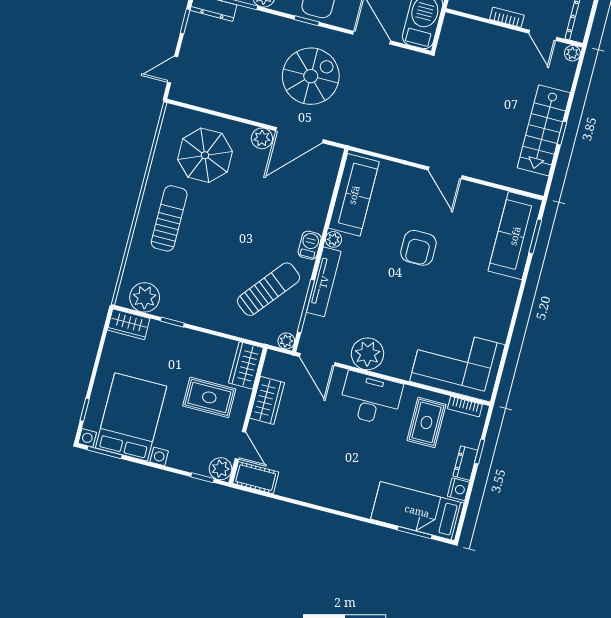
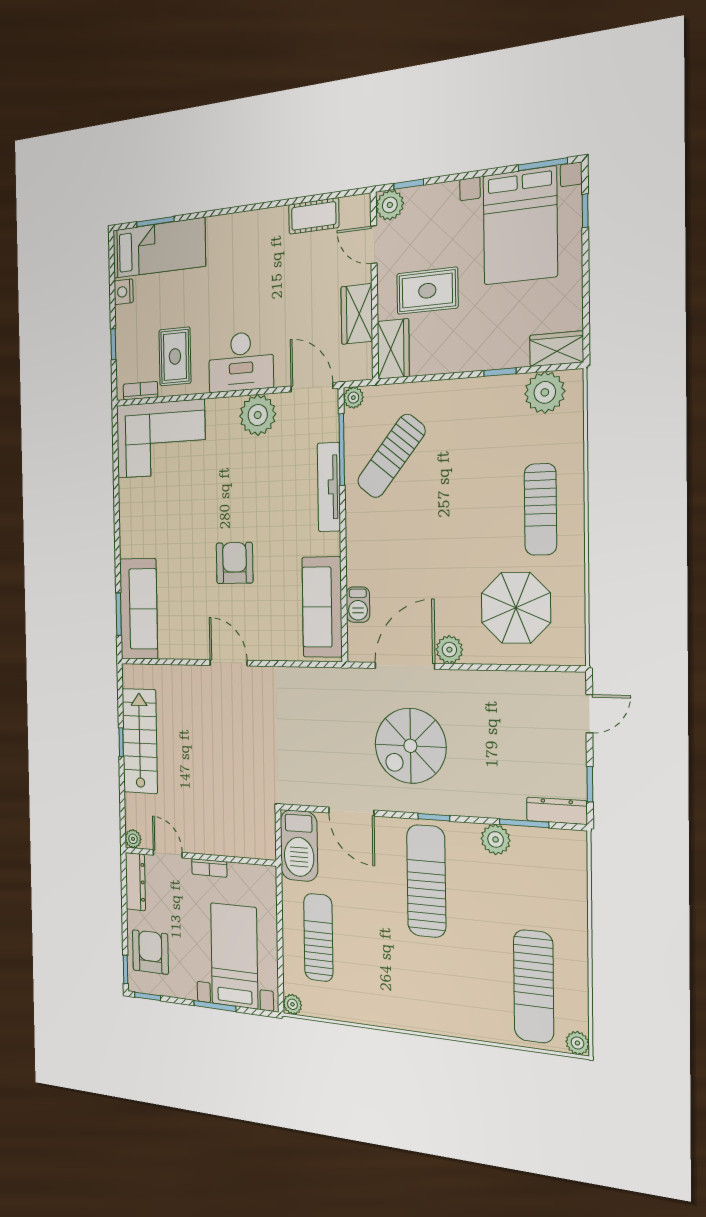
plant: (333, 239) -> (331, 544), removed
barbecue: (310, 245) -> (358, 605), moved
dresser: (465, 463) -> (124, 325), removed
cot: (256, 478) -> (314, 216), moved

